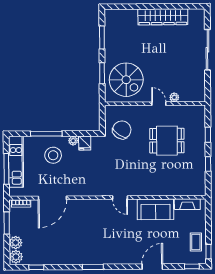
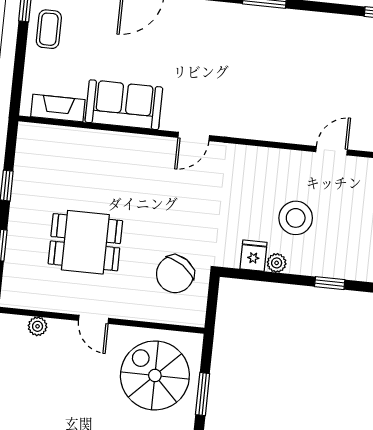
plant: (174, 97) -> (38, 326), moved
window: (46, 134) -> (330, 283), width x0.46
stool: (53, 155) -> (296, 218), moved
door: (52, 198) -> (332, 151), width x0.53
door: (120, 198) -> (194, 136), swing flipped

